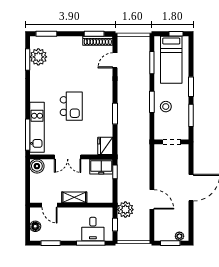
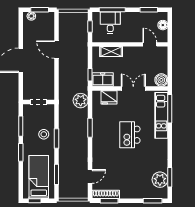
fridge: (105, 146) -> (109, 97), moved, turned 90
shelving: (74, 197) -> (111, 52), moved
plant: (125, 210) -> (81, 101), moved

